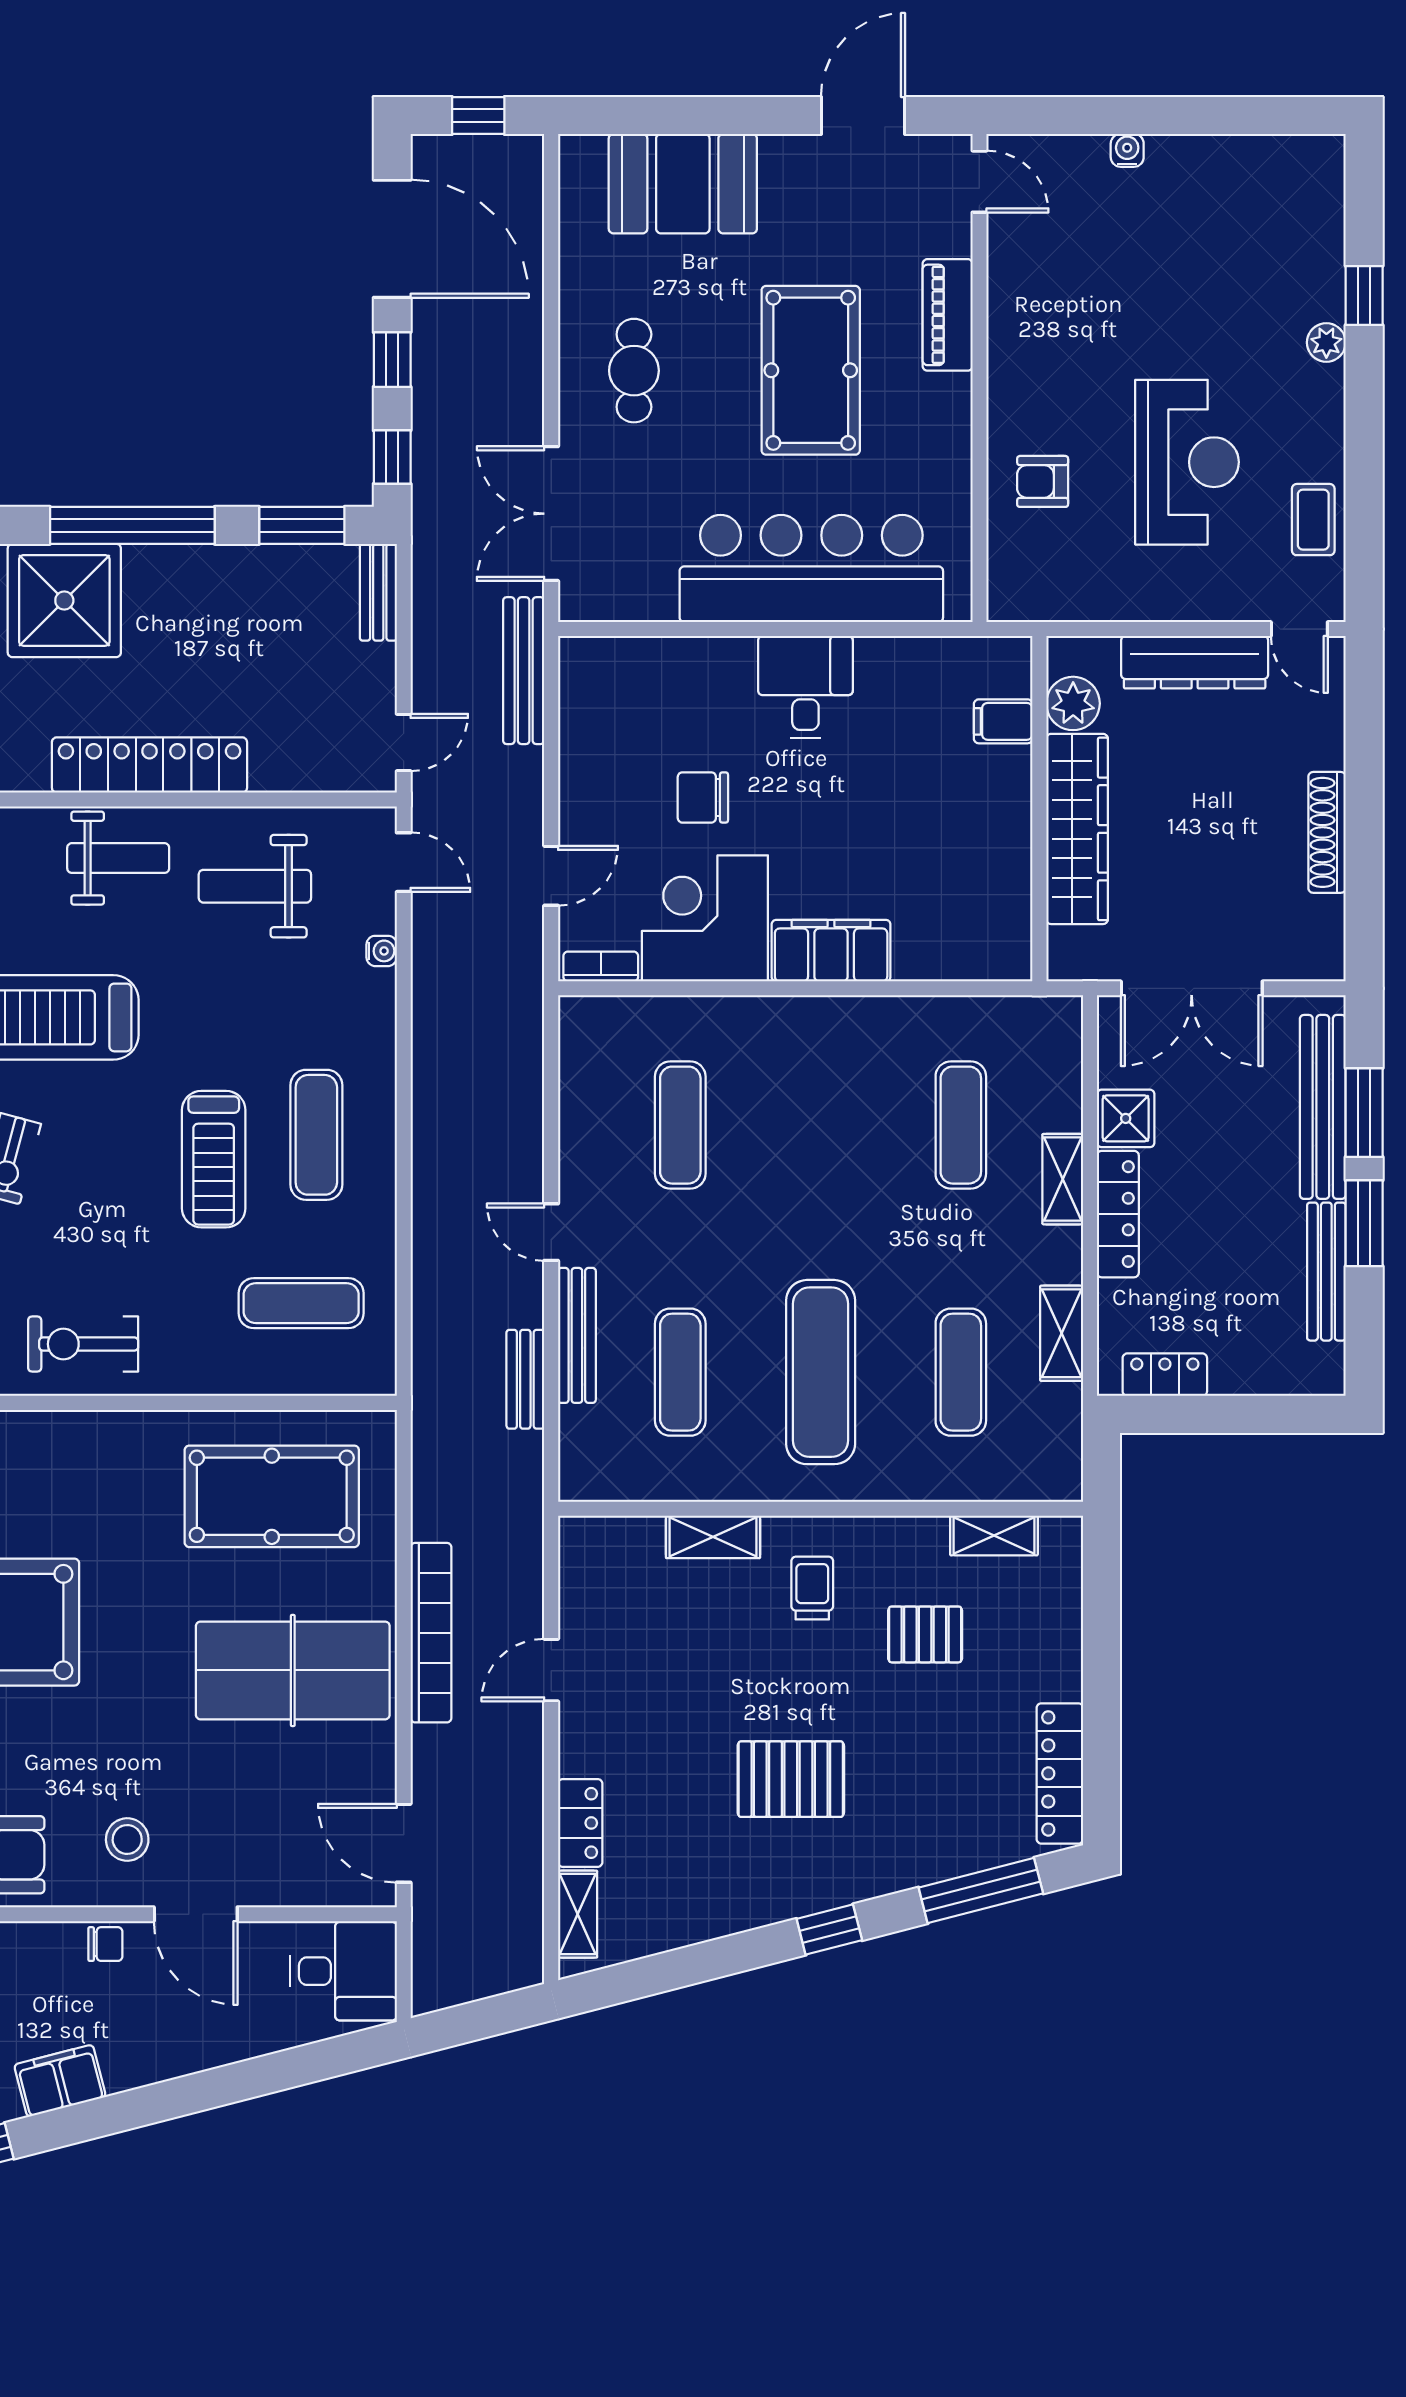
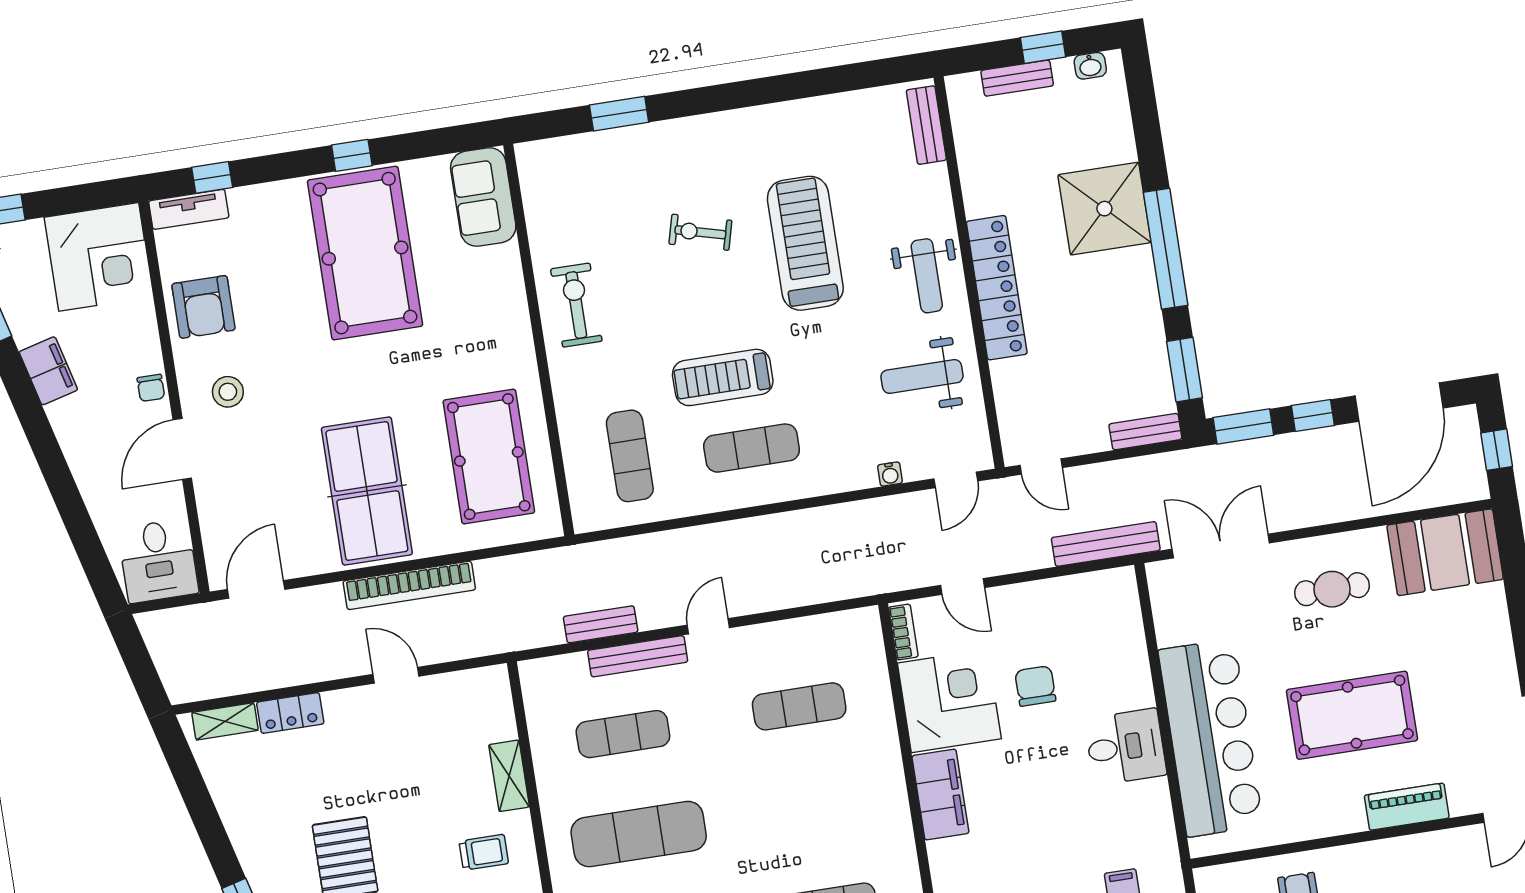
booth: (683, 184) -> (1445, 552), moved, turned 90
window: (392, 457) -> (1243, 426), width x1.50
weight bench: (255, 886) -> (922, 376), turned -90

